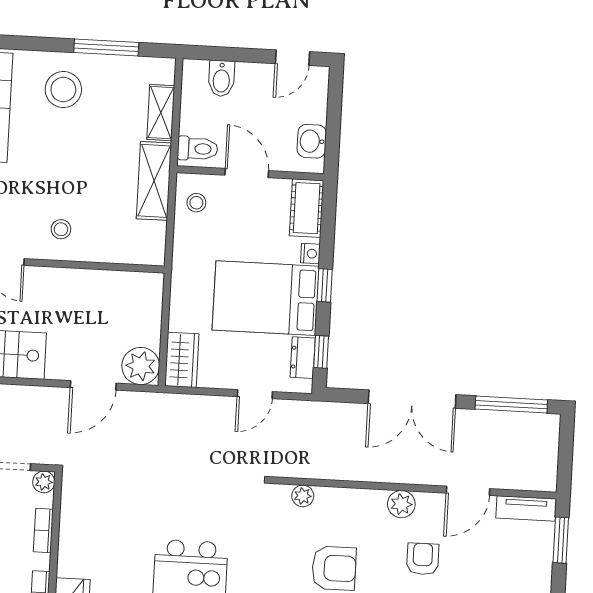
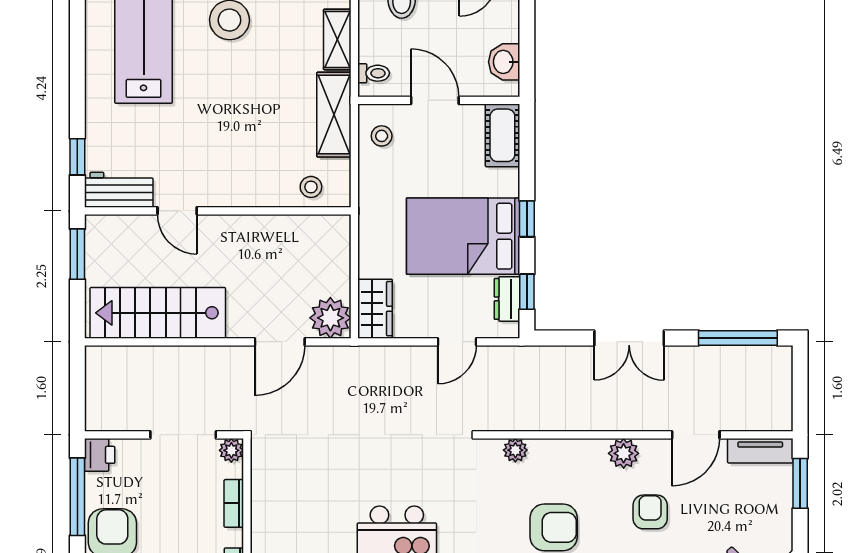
toilet: (197, 149) -> (374, 73), width x0.73, depth x0.72
stool: (61, 229) -> (311, 187), moved
nightstand: (310, 254) -> (509, 185), removed
double door: (412, 399) -> (629, 338), width x0.73

